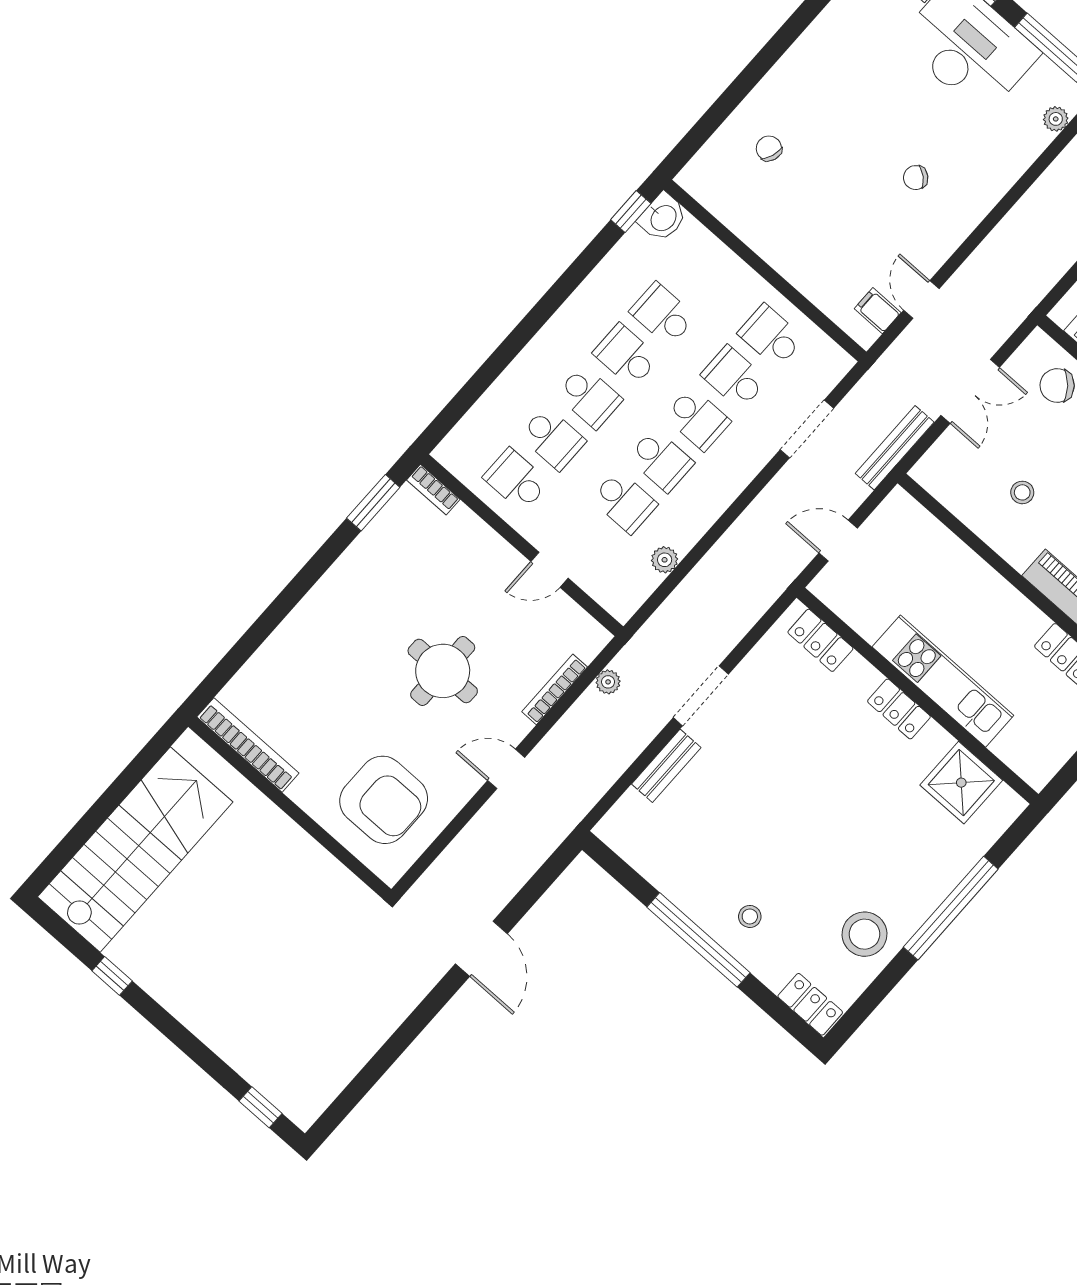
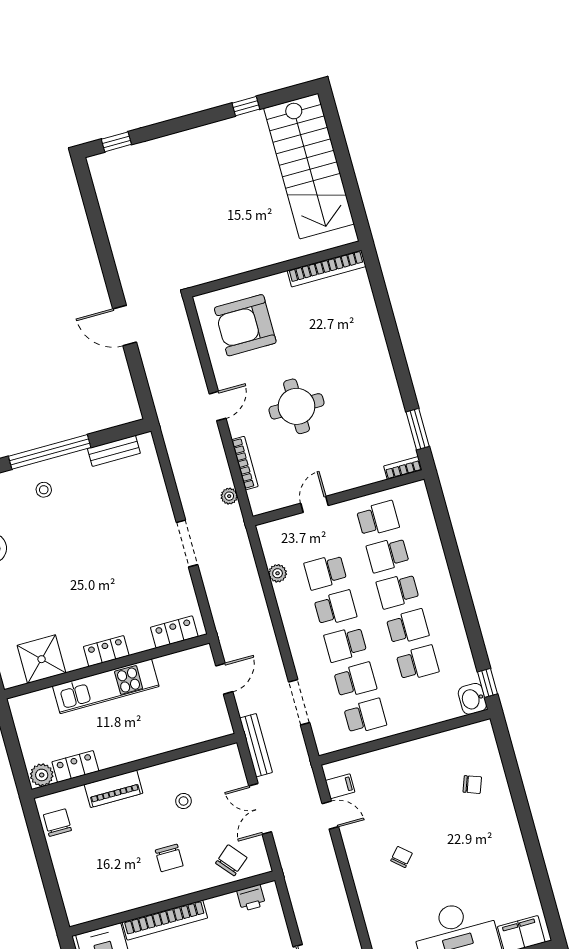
school desk: (661, 460) -> (335, 608), turned 180
bench: (666, 766) -> (114, 451), moved, turned 90

